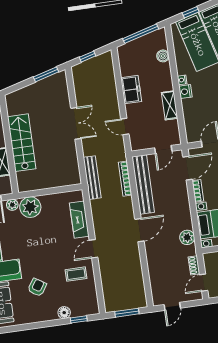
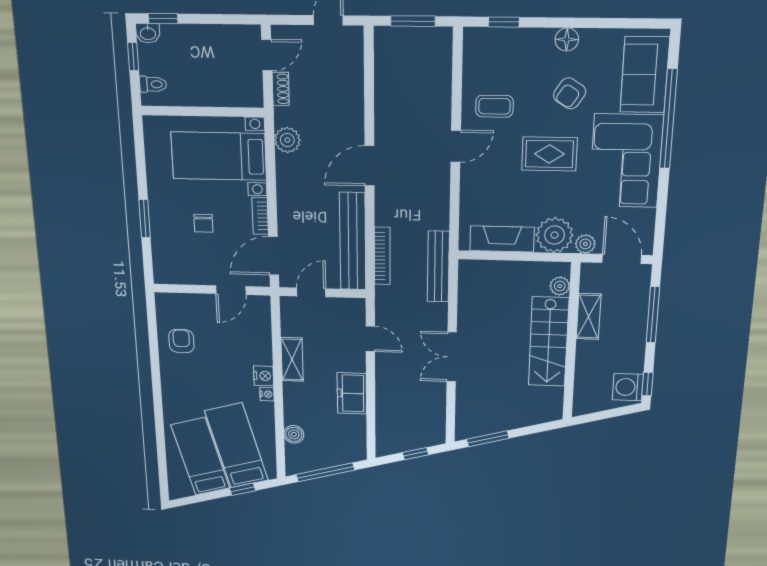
plant: (22, 178) -> (560, 286), added
fireplace: (79, 220) -> (502, 239), moved, turned -90
rug: (42, 253) -> (549, 154), added
floor lamp: (64, 313) -> (567, 39), moved

